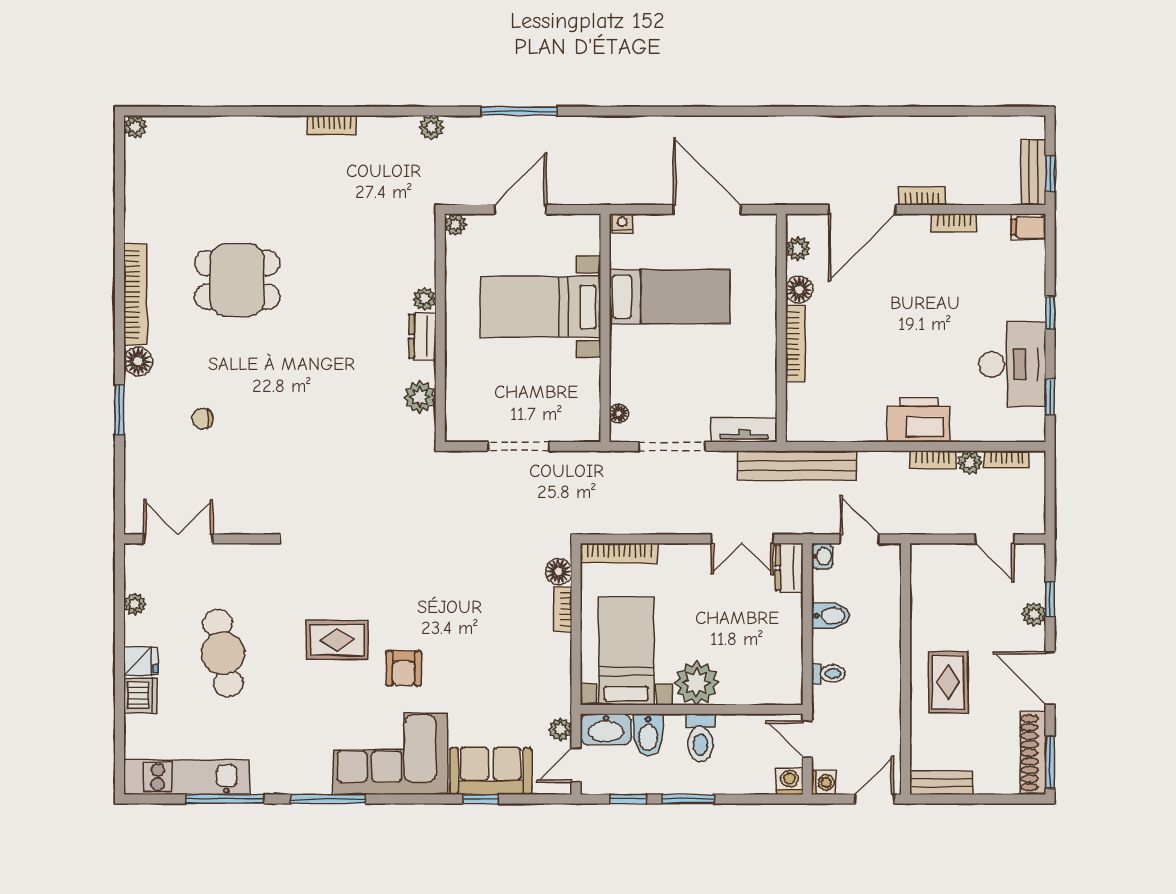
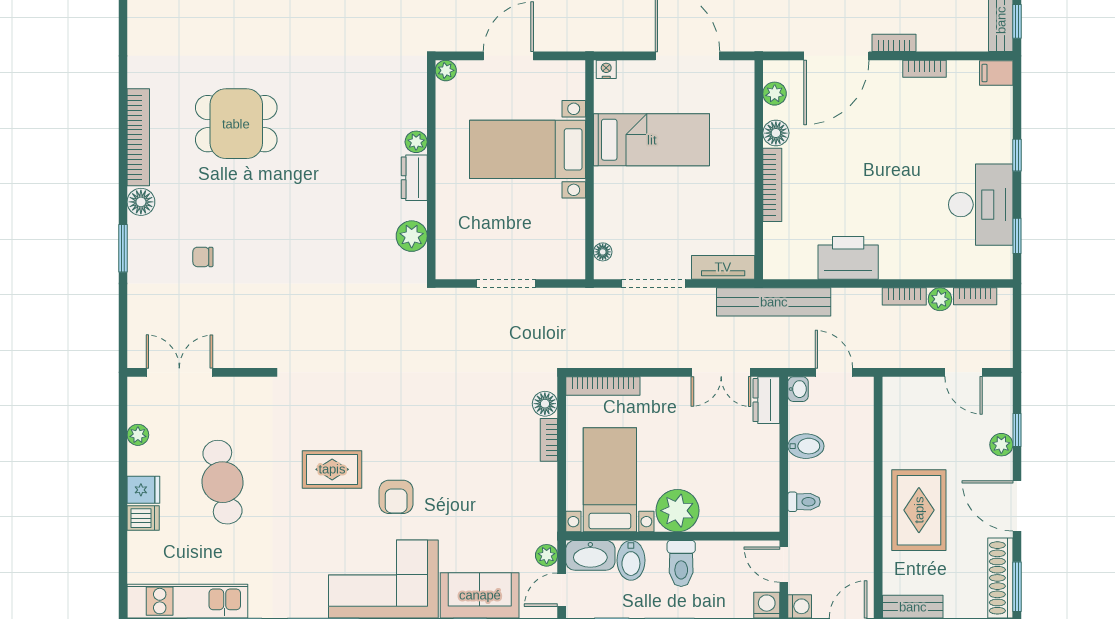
printer: (919, 420) -> (848, 258), moved
rug: (948, 682) -> (919, 510), width x1.36, depth x1.43
dishwasher: (140, 695) -> (143, 518), width x0.73

